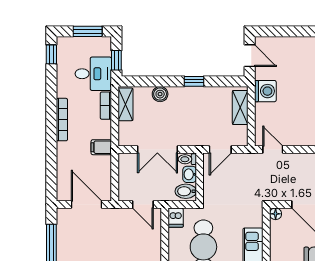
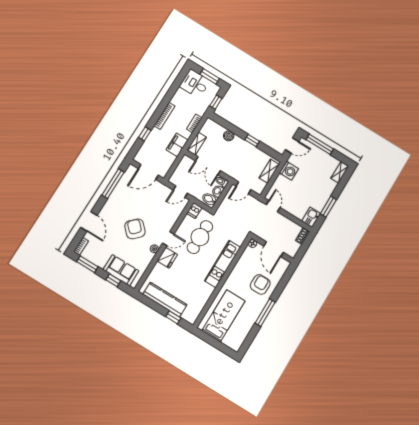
window: (284, 31) -> (320, 144), added
window: (51, 54) -> (145, 134), moved
door: (250, 56) -> (292, 146), hinge flipped
desk: (93, 74) -> (195, 84), moved, turned 180
shelving: (125, 104) -> (197, 144), moved
filing cabinet: (101, 147) -> (177, 145), width x2.00
door: (86, 205) -> (148, 172), swing flipped
door: (143, 205) -> (180, 192), hinge flipped

